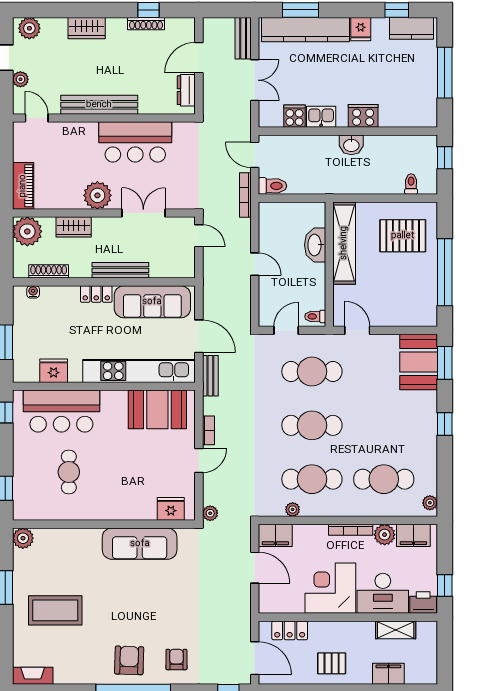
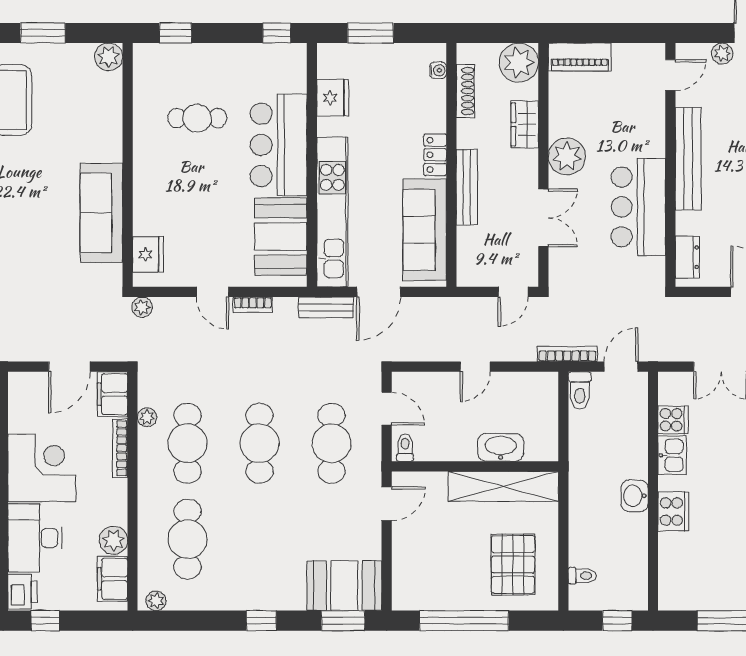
dresser: (186, 90) -> (687, 257), moved, turned 90
bar counter: (61, 411) -> (279, 145), moved
bookcase: (351, 530) -> (120, 448), moved

